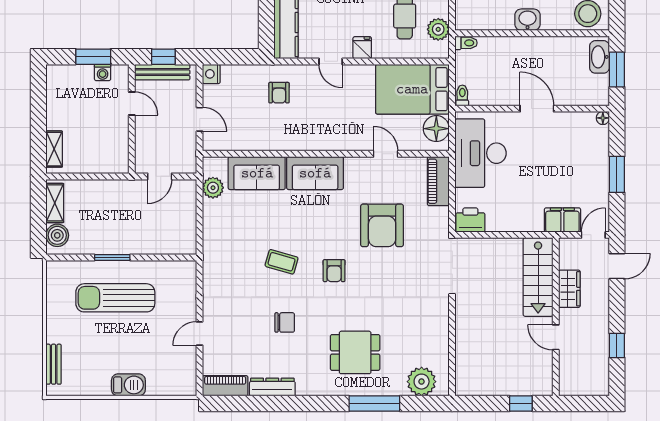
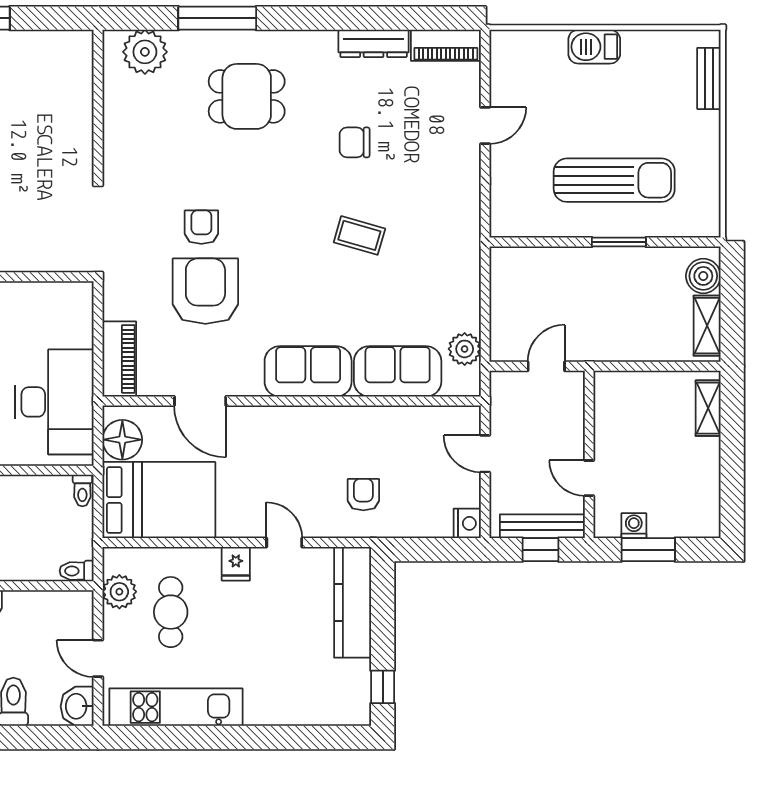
door: (386, 154) -> (200, 401), width x1.38
printer: (470, 220) -> (70, 299), removed
armchair: (334, 271) -> (201, 227), moved

